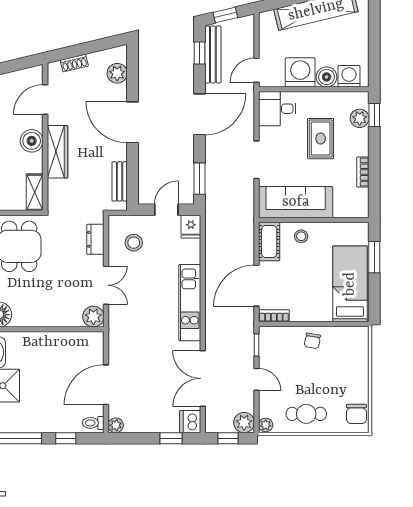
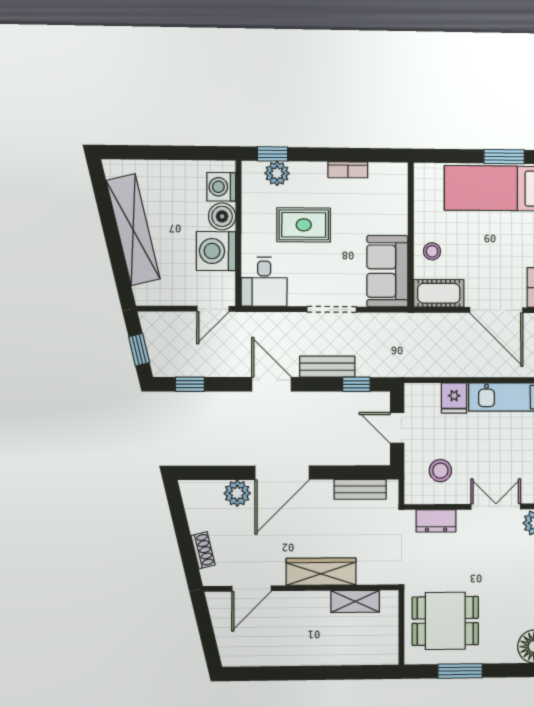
bench: (213, 54) -> (327, 367), moved, width x0.73
door: (256, 70) -> (213, 309), hinge flipped
plant: (117, 73) -> (237, 493), moved
door: (45, 100) -> (252, 589), hinge flipped
door: (200, 114) -> (272, 384), width x0.73
boiler: (32, 141) -> (306, 606), removed
window: (200, 179) -> (356, 384), width x0.67
shelving: (35, 192) -> (355, 601), moved
sofa: (296, 202) -> (387, 271), width x0.73
fridge: (191, 227) -> (454, 398), moved, turned 90
window: (374, 257) -> (504, 157), moved

